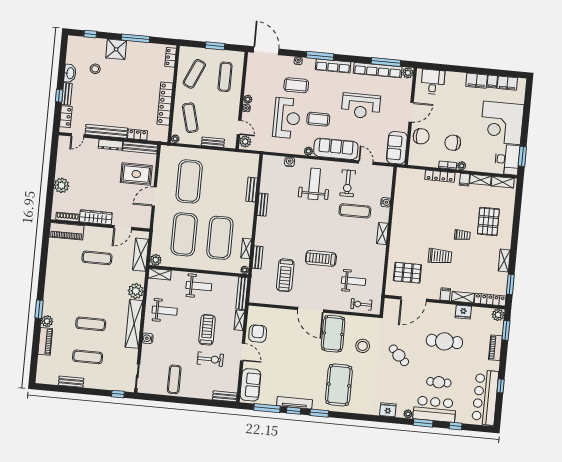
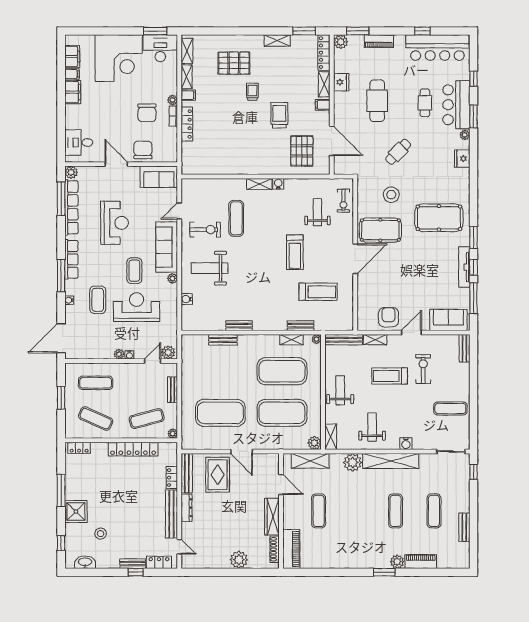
washbasin: (70, 73) -> (85, 562), moved
water cooler: (386, 202) -> (278, 184), moved
armchair: (258, 334) -> (388, 317), turned 90

